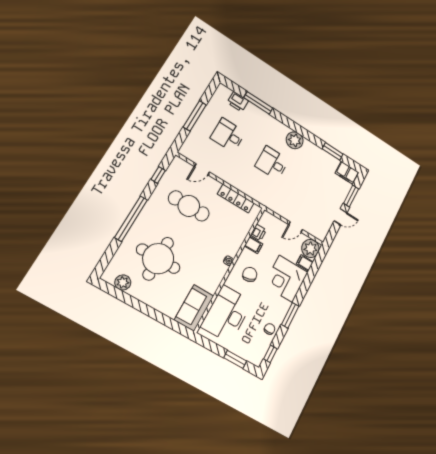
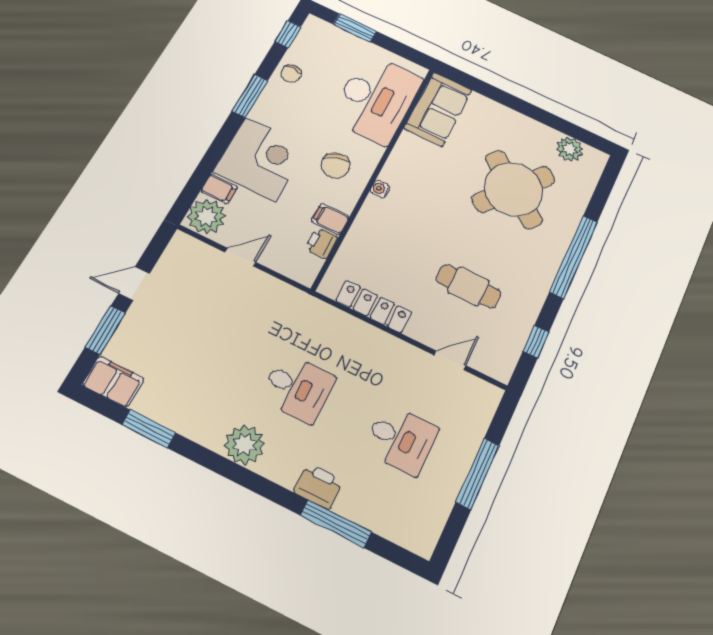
printer: (238, 102) -> (318, 486), moved
cafe table: (189, 206) -> (468, 286), width x0.73, depth x0.74
round table: (158, 259) -> (514, 189), turned 38

